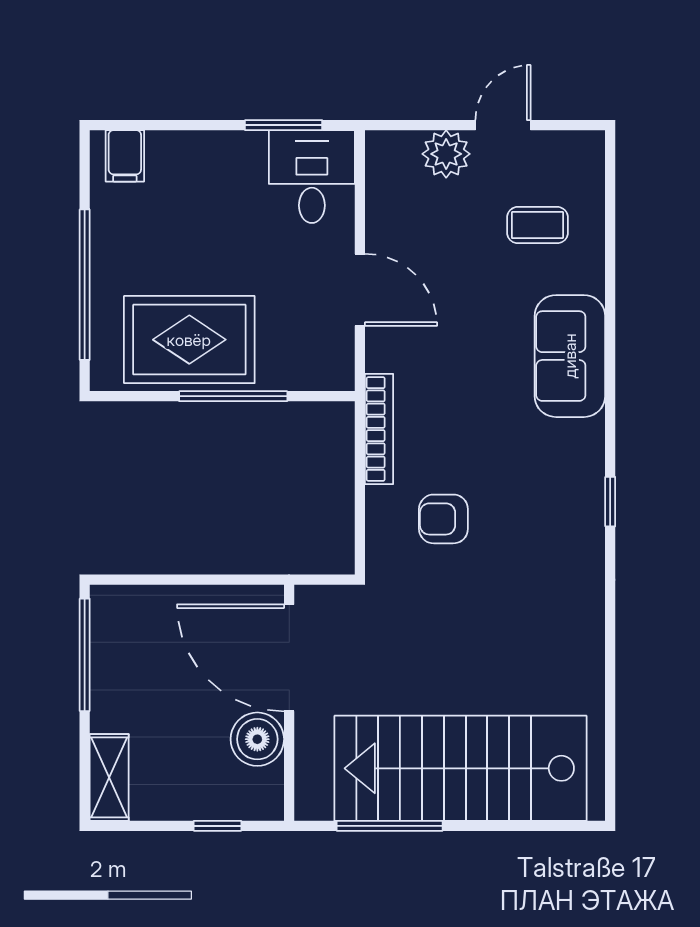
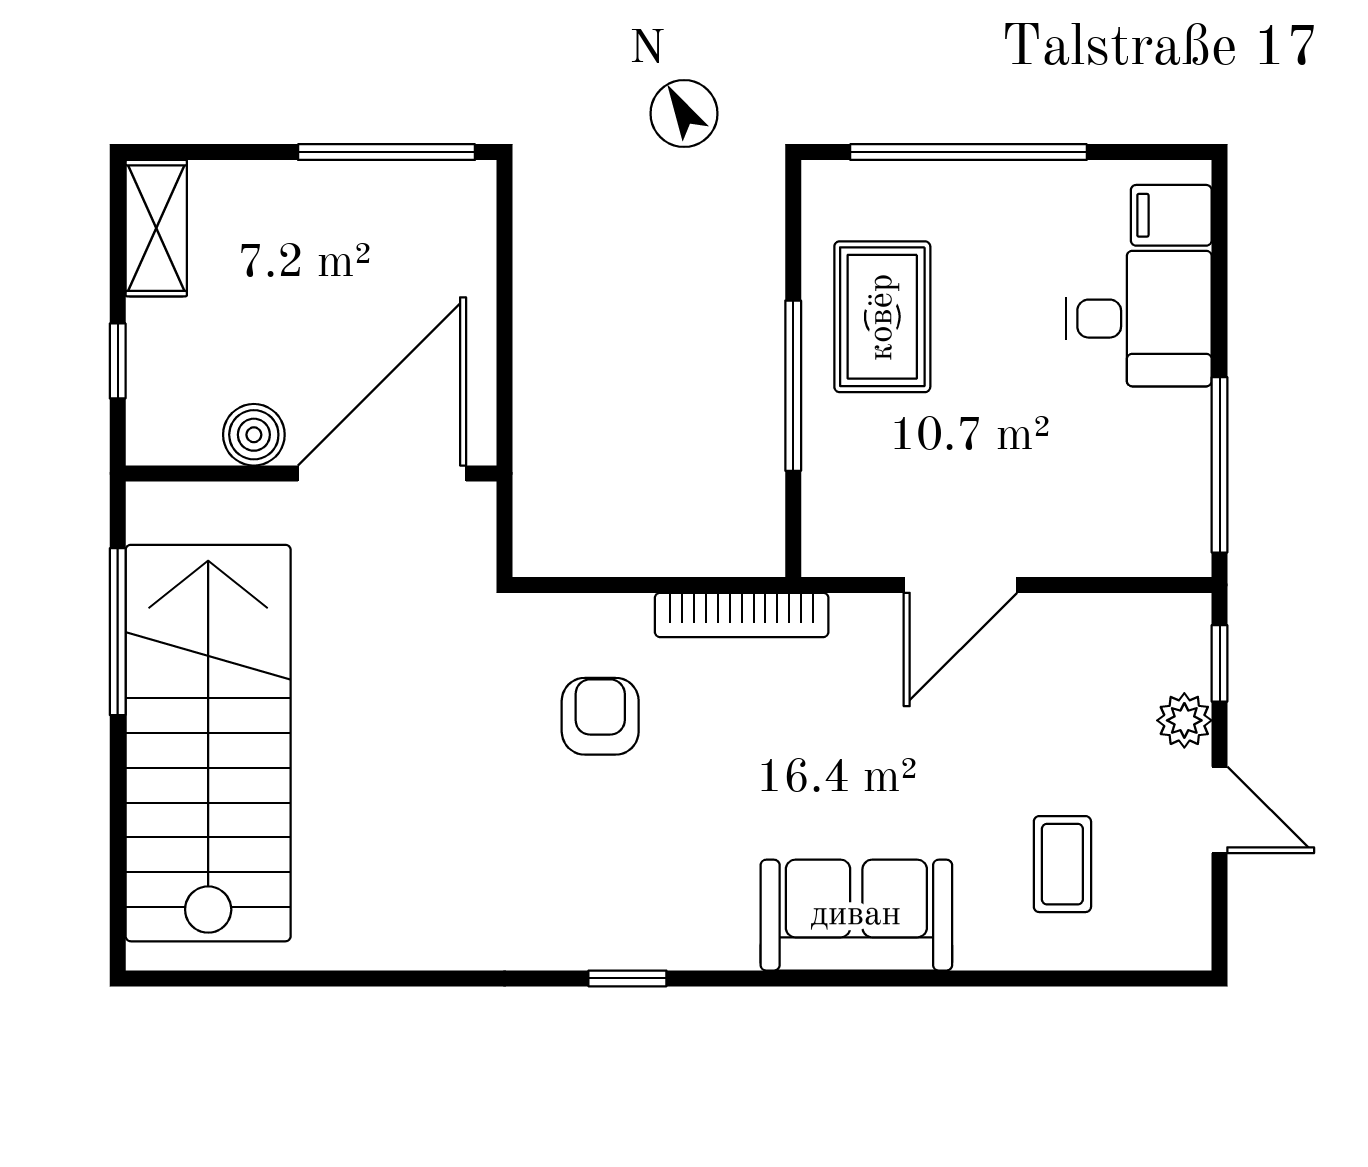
window: (284, 125) -> (1220, 465), width x1.44
window: (410, 125) -> (1220, 663), added
plant: (446, 154) -> (1184, 720), width x0.73, depth x0.73
desk: (312, 177) -> (1139, 319), moved
rug: (189, 340) -> (882, 317), width x0.73, depth x0.70
boiler: (257, 739) -> (254, 435), width x0.73, depth x0.73
shelving: (109, 777) -> (156, 228), moved, turned 90

